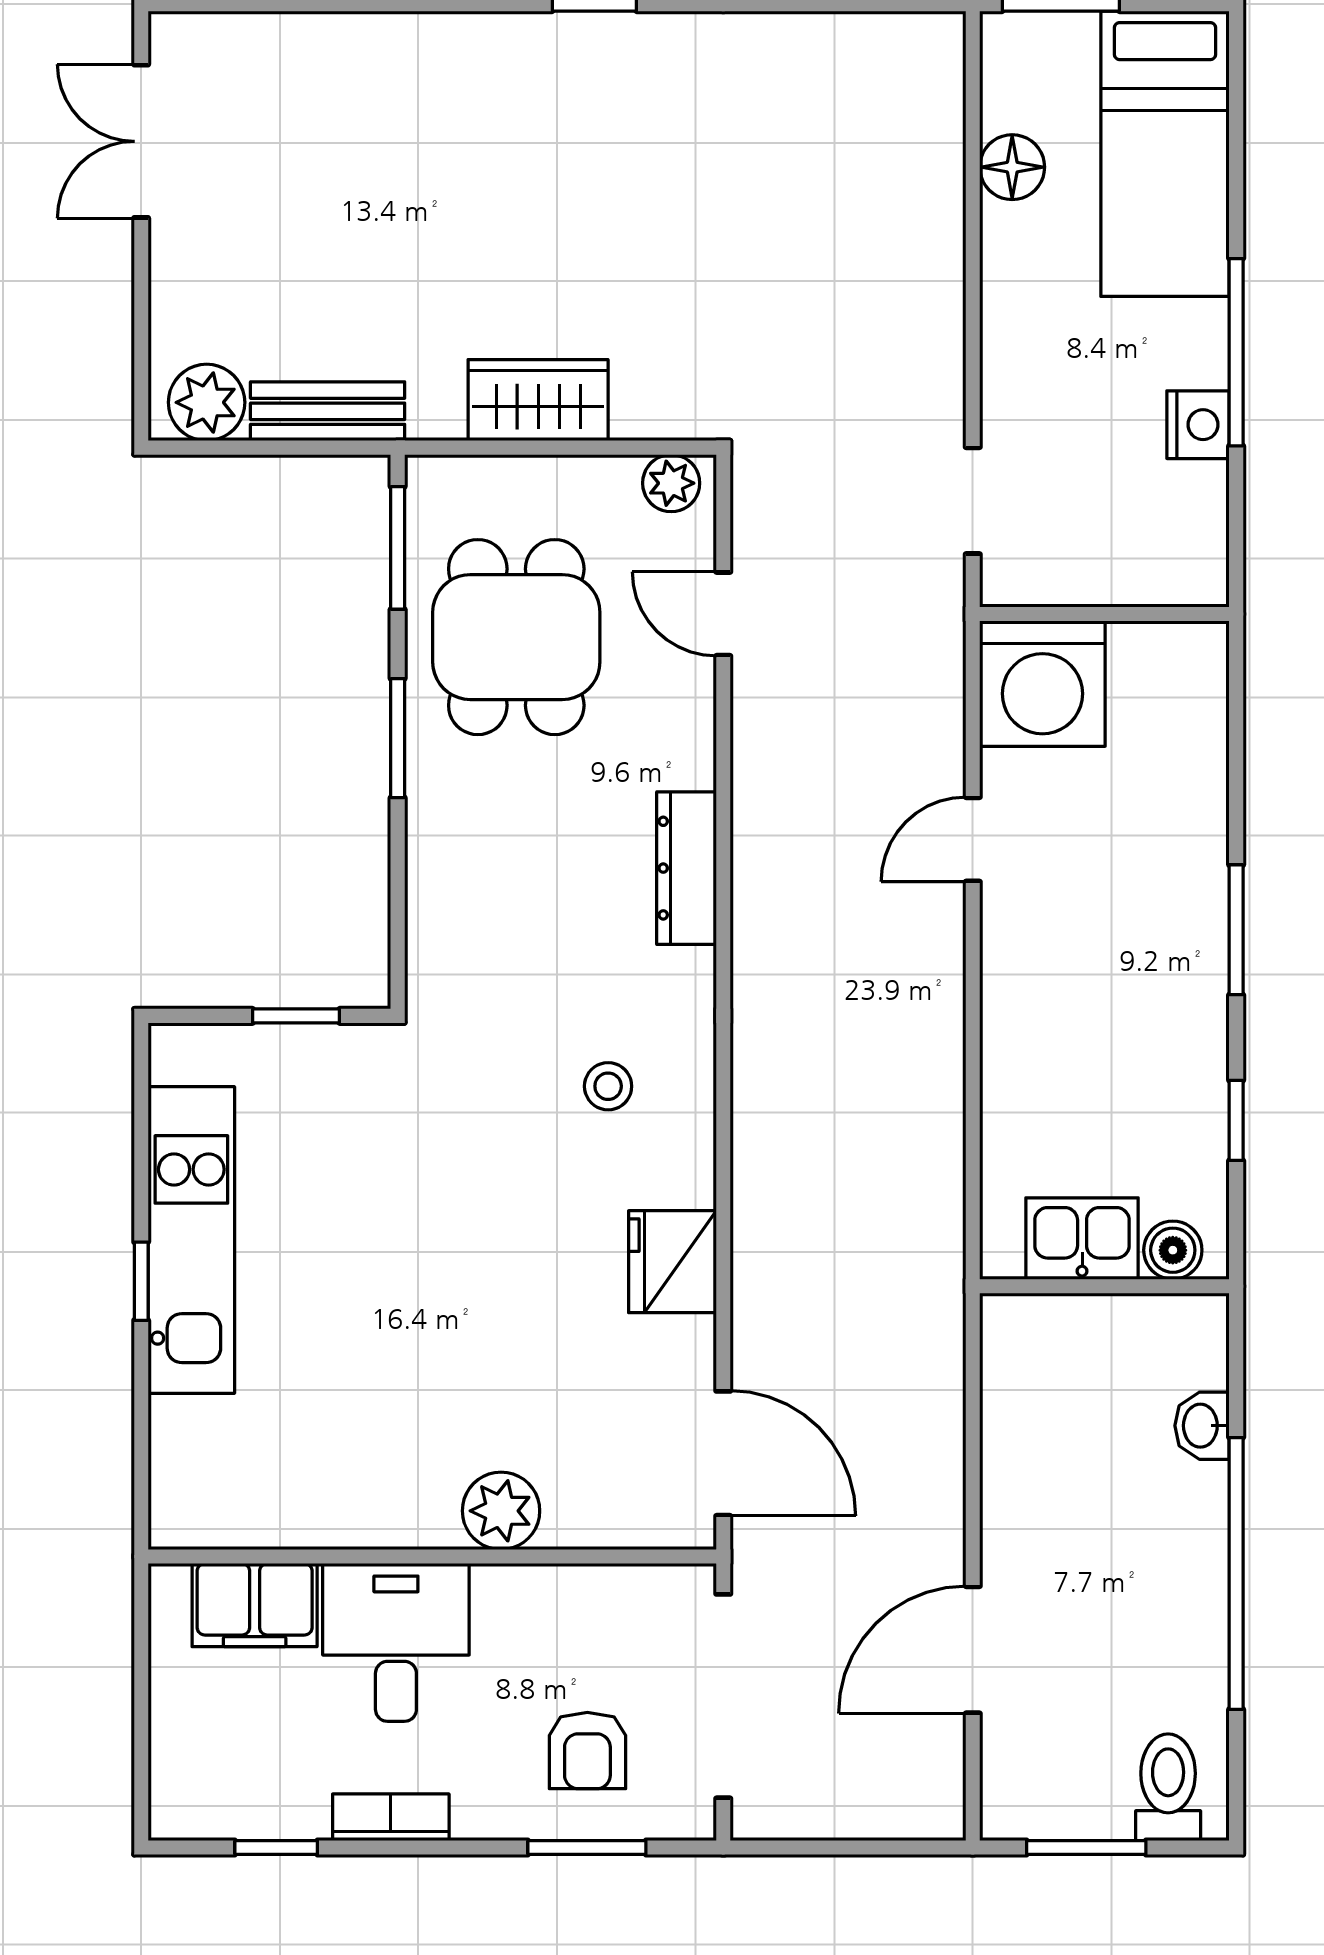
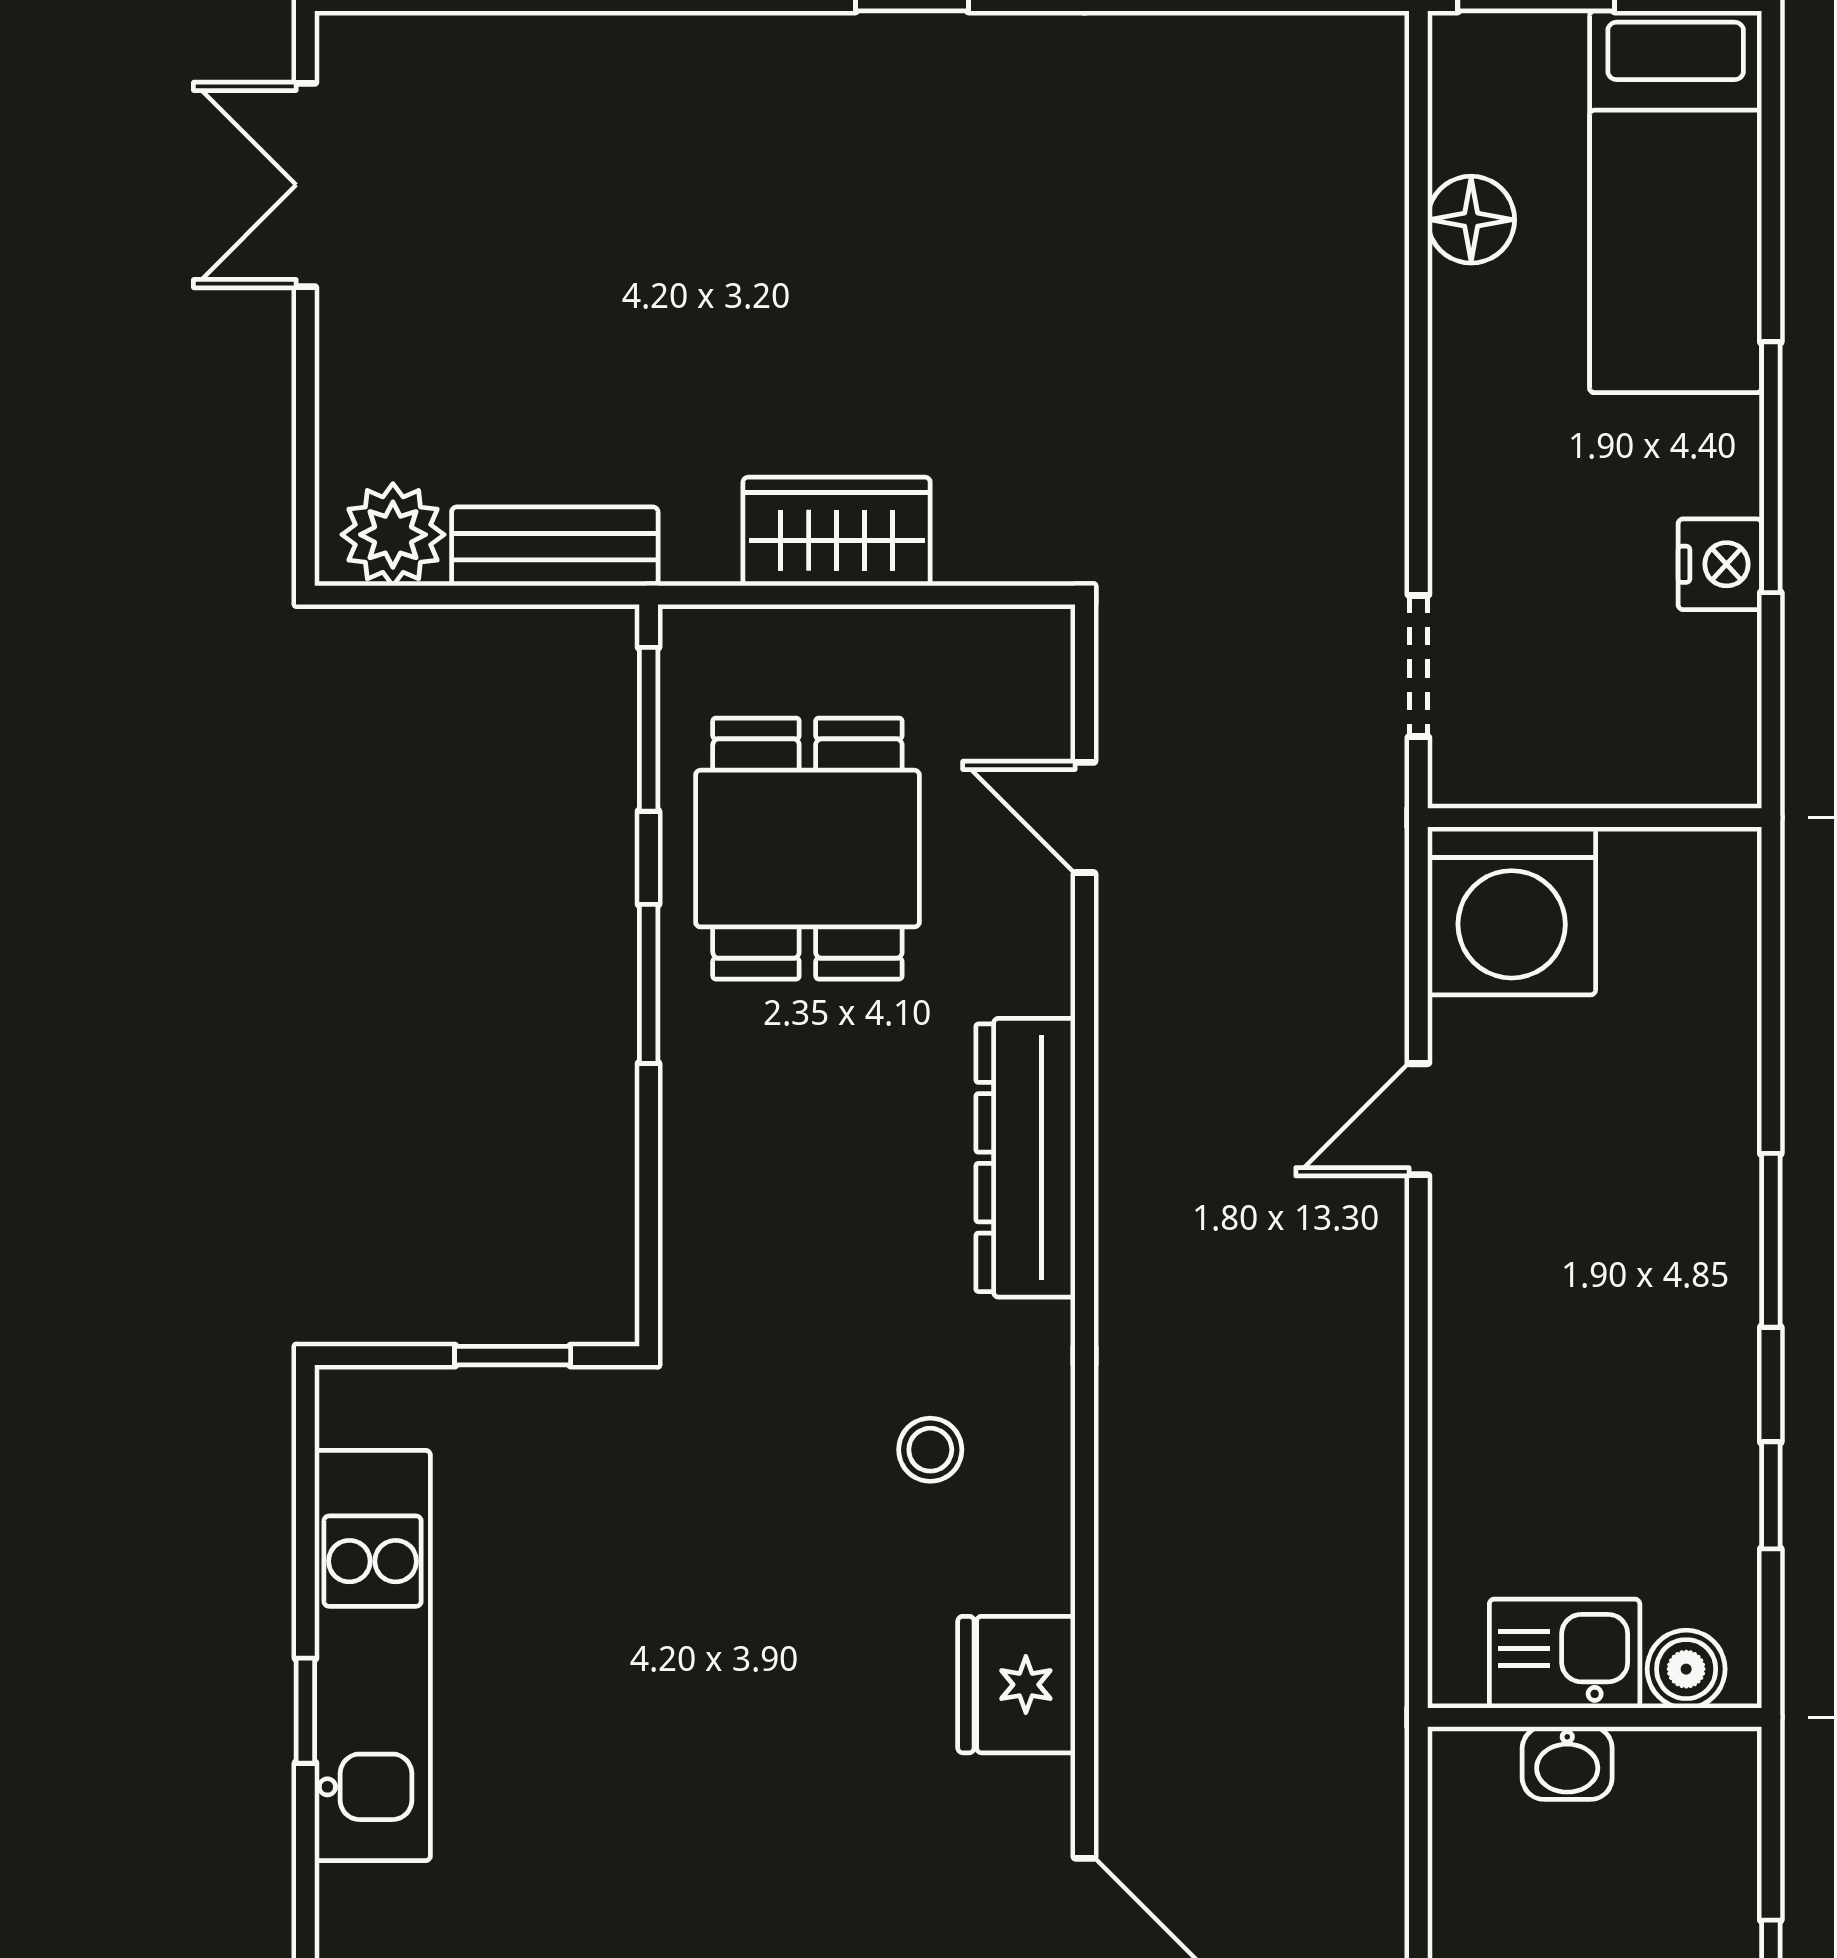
plant: (671, 483) -> (1015, 643), removed
dresser: (687, 868) -> (1025, 1158), width x1.37, depth x1.24
washbasin: (1202, 1426) -> (1567, 1763), moved, turned -90

